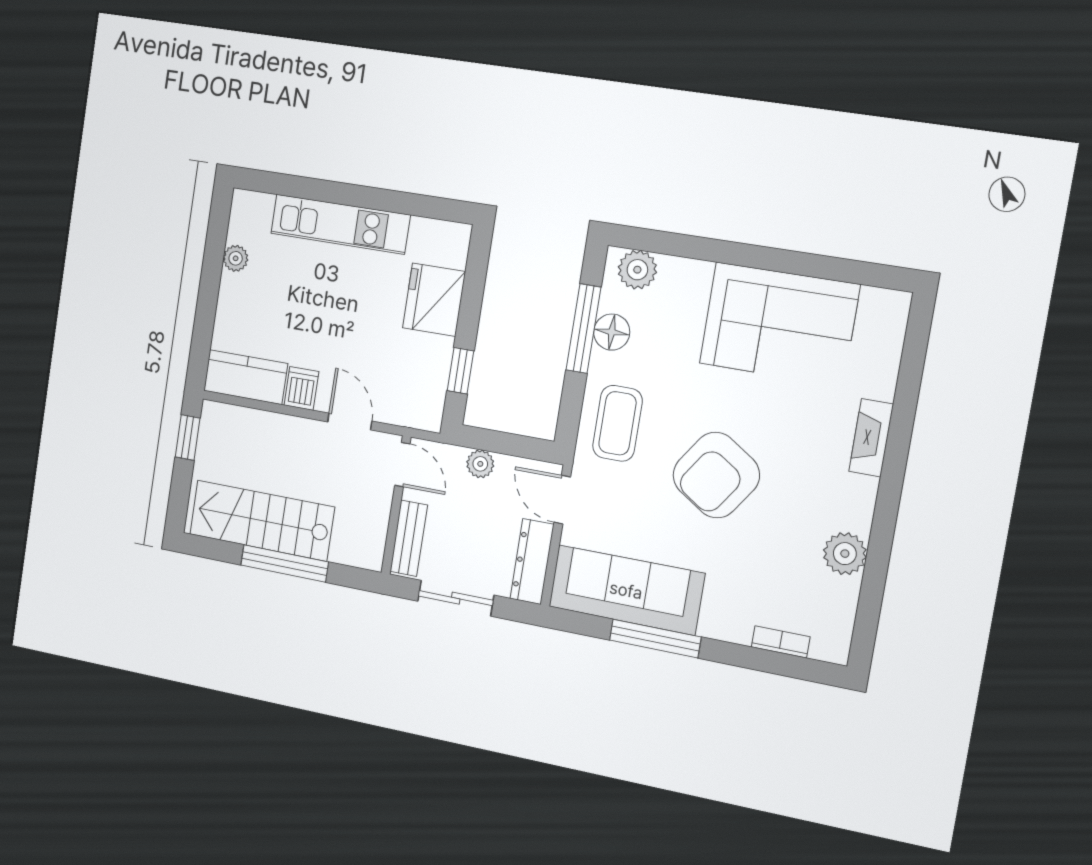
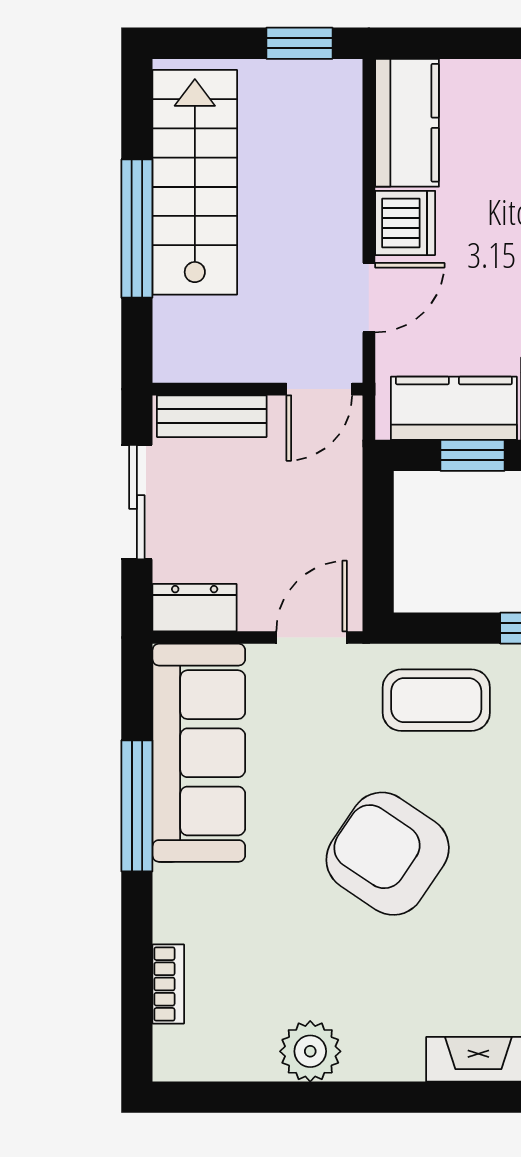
kitchen counter: (428, 378) -> (454, 408), added
dishwasher: (301, 388) -> (405, 223), width x1.38
plant: (480, 464) -> (342, 507), removed
dresser: (532, 562) -> (195, 608), width x0.70

